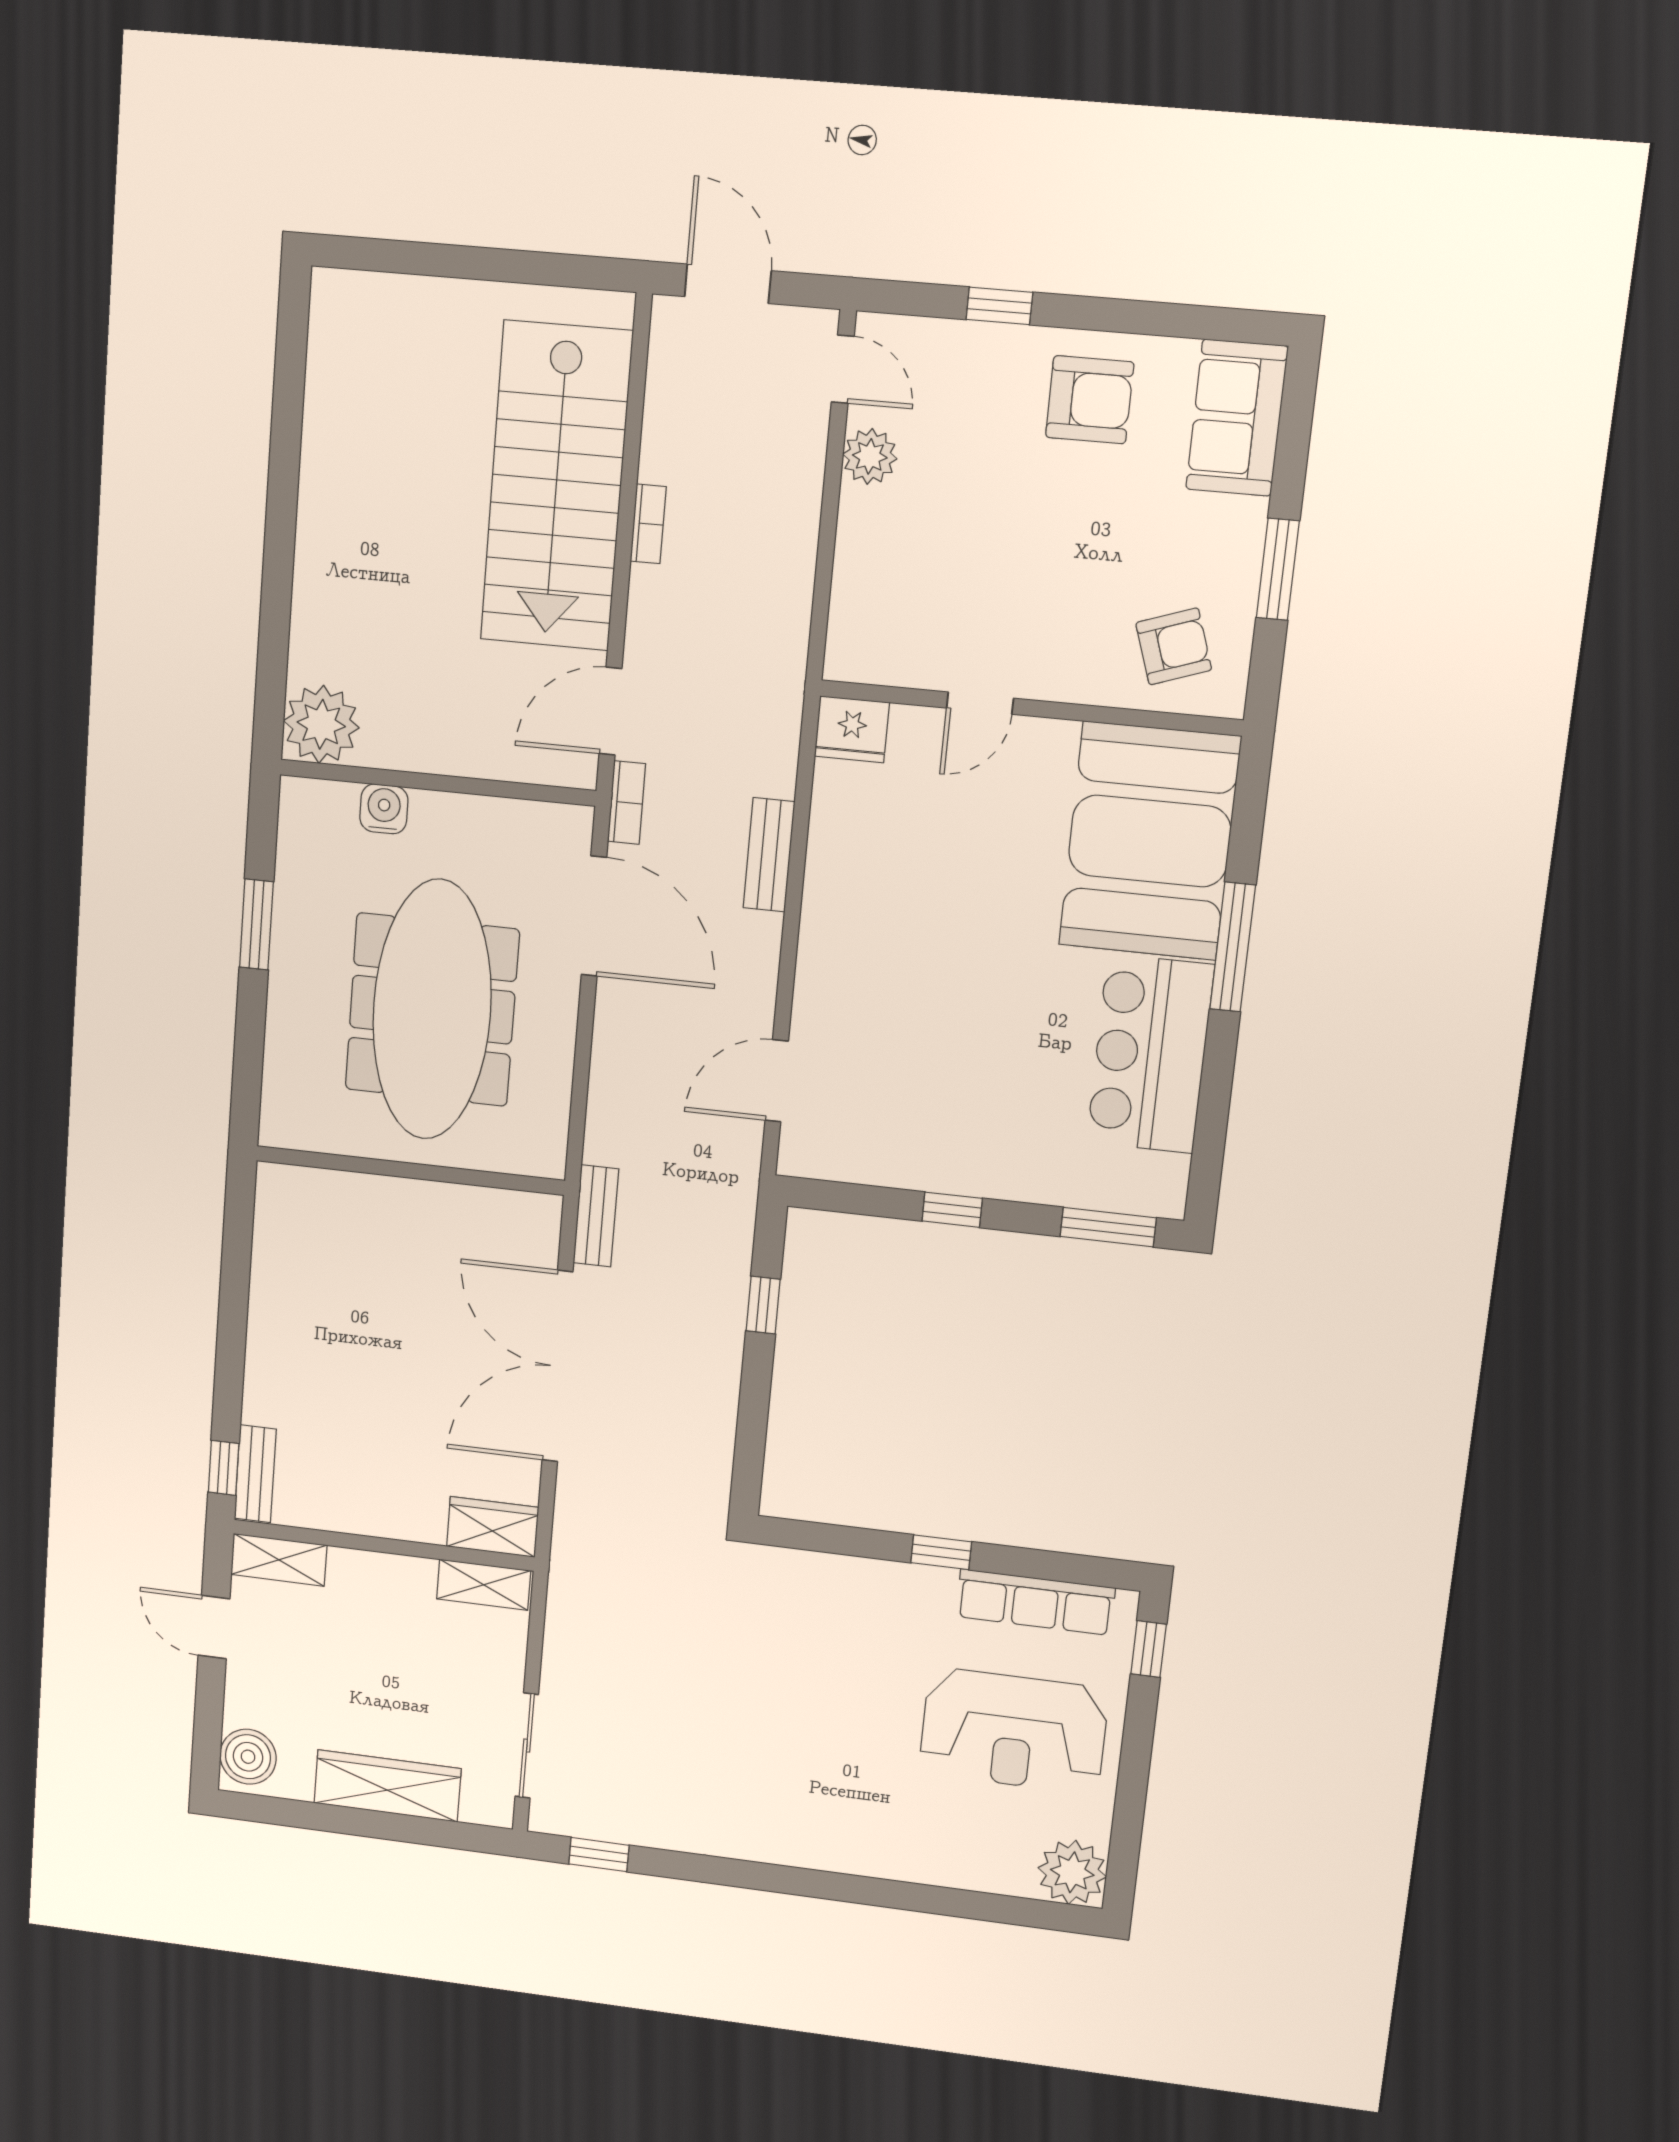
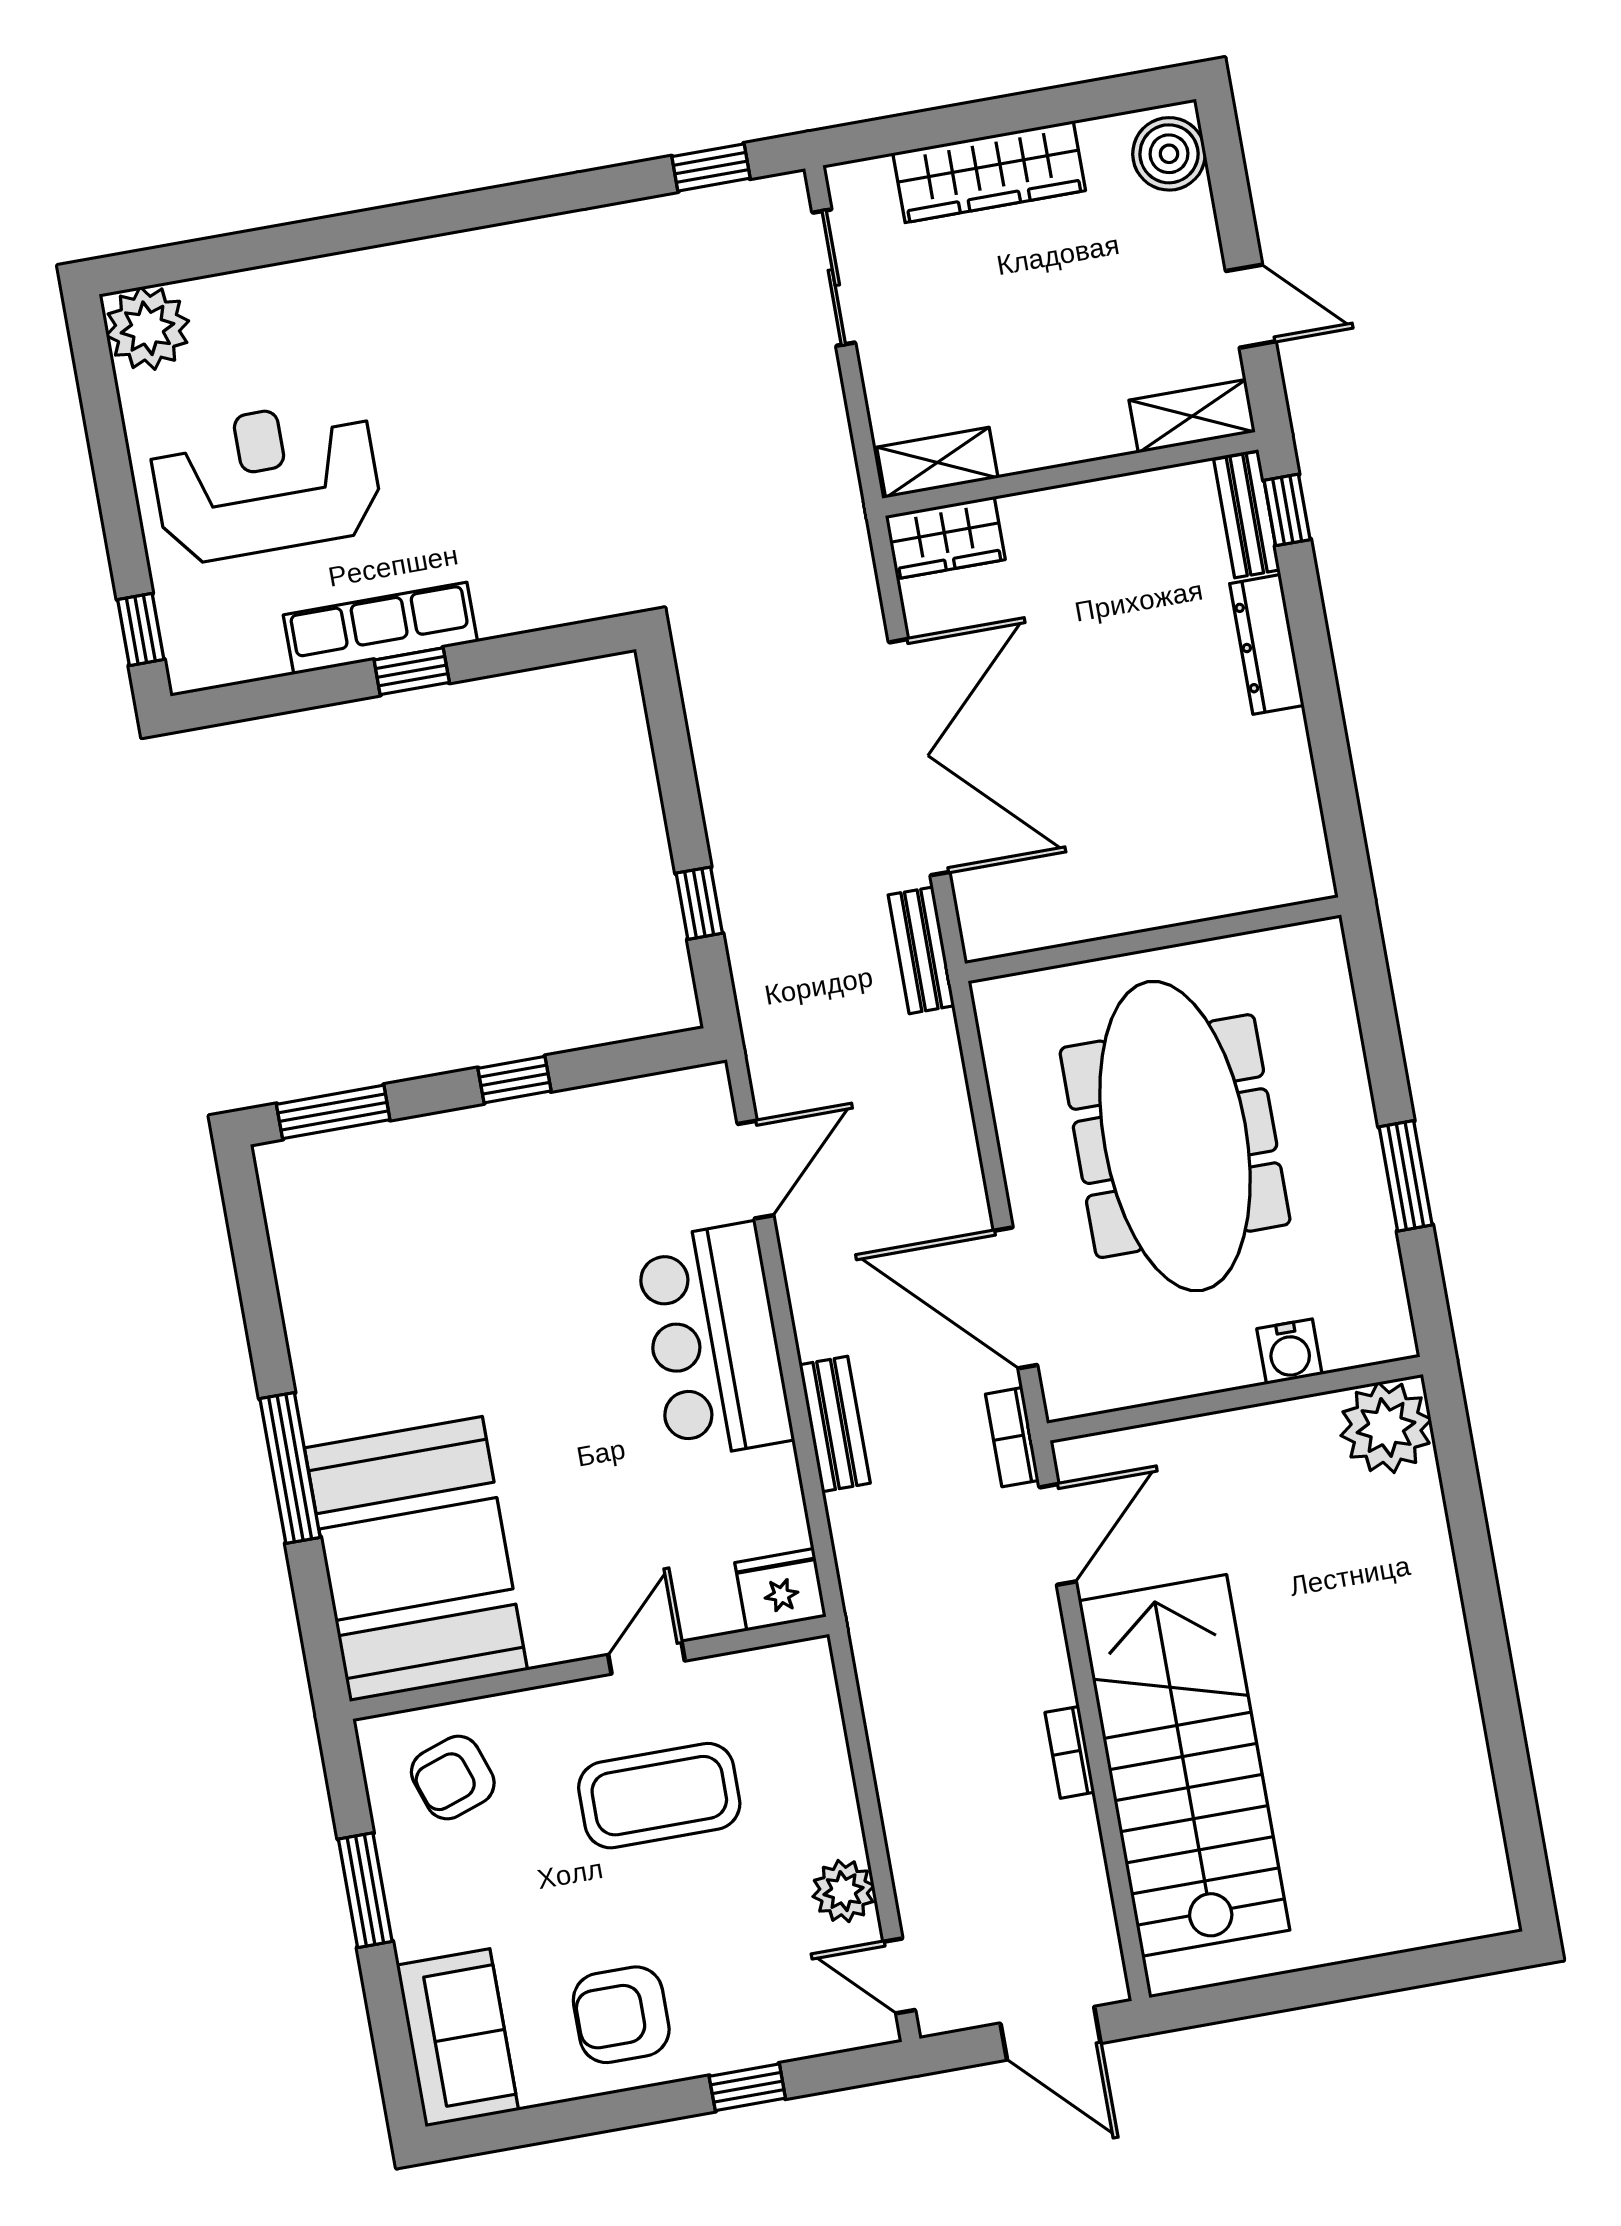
coffee table: (1003, 582) -> (659, 1796), added
bar counter: (1150, 1054) -> (714, 1341), moved, turned 180
dresser: (264, 1371) -> (1267, 644), added
row of seats: (1035, 1602) -> (380, 628), moved

